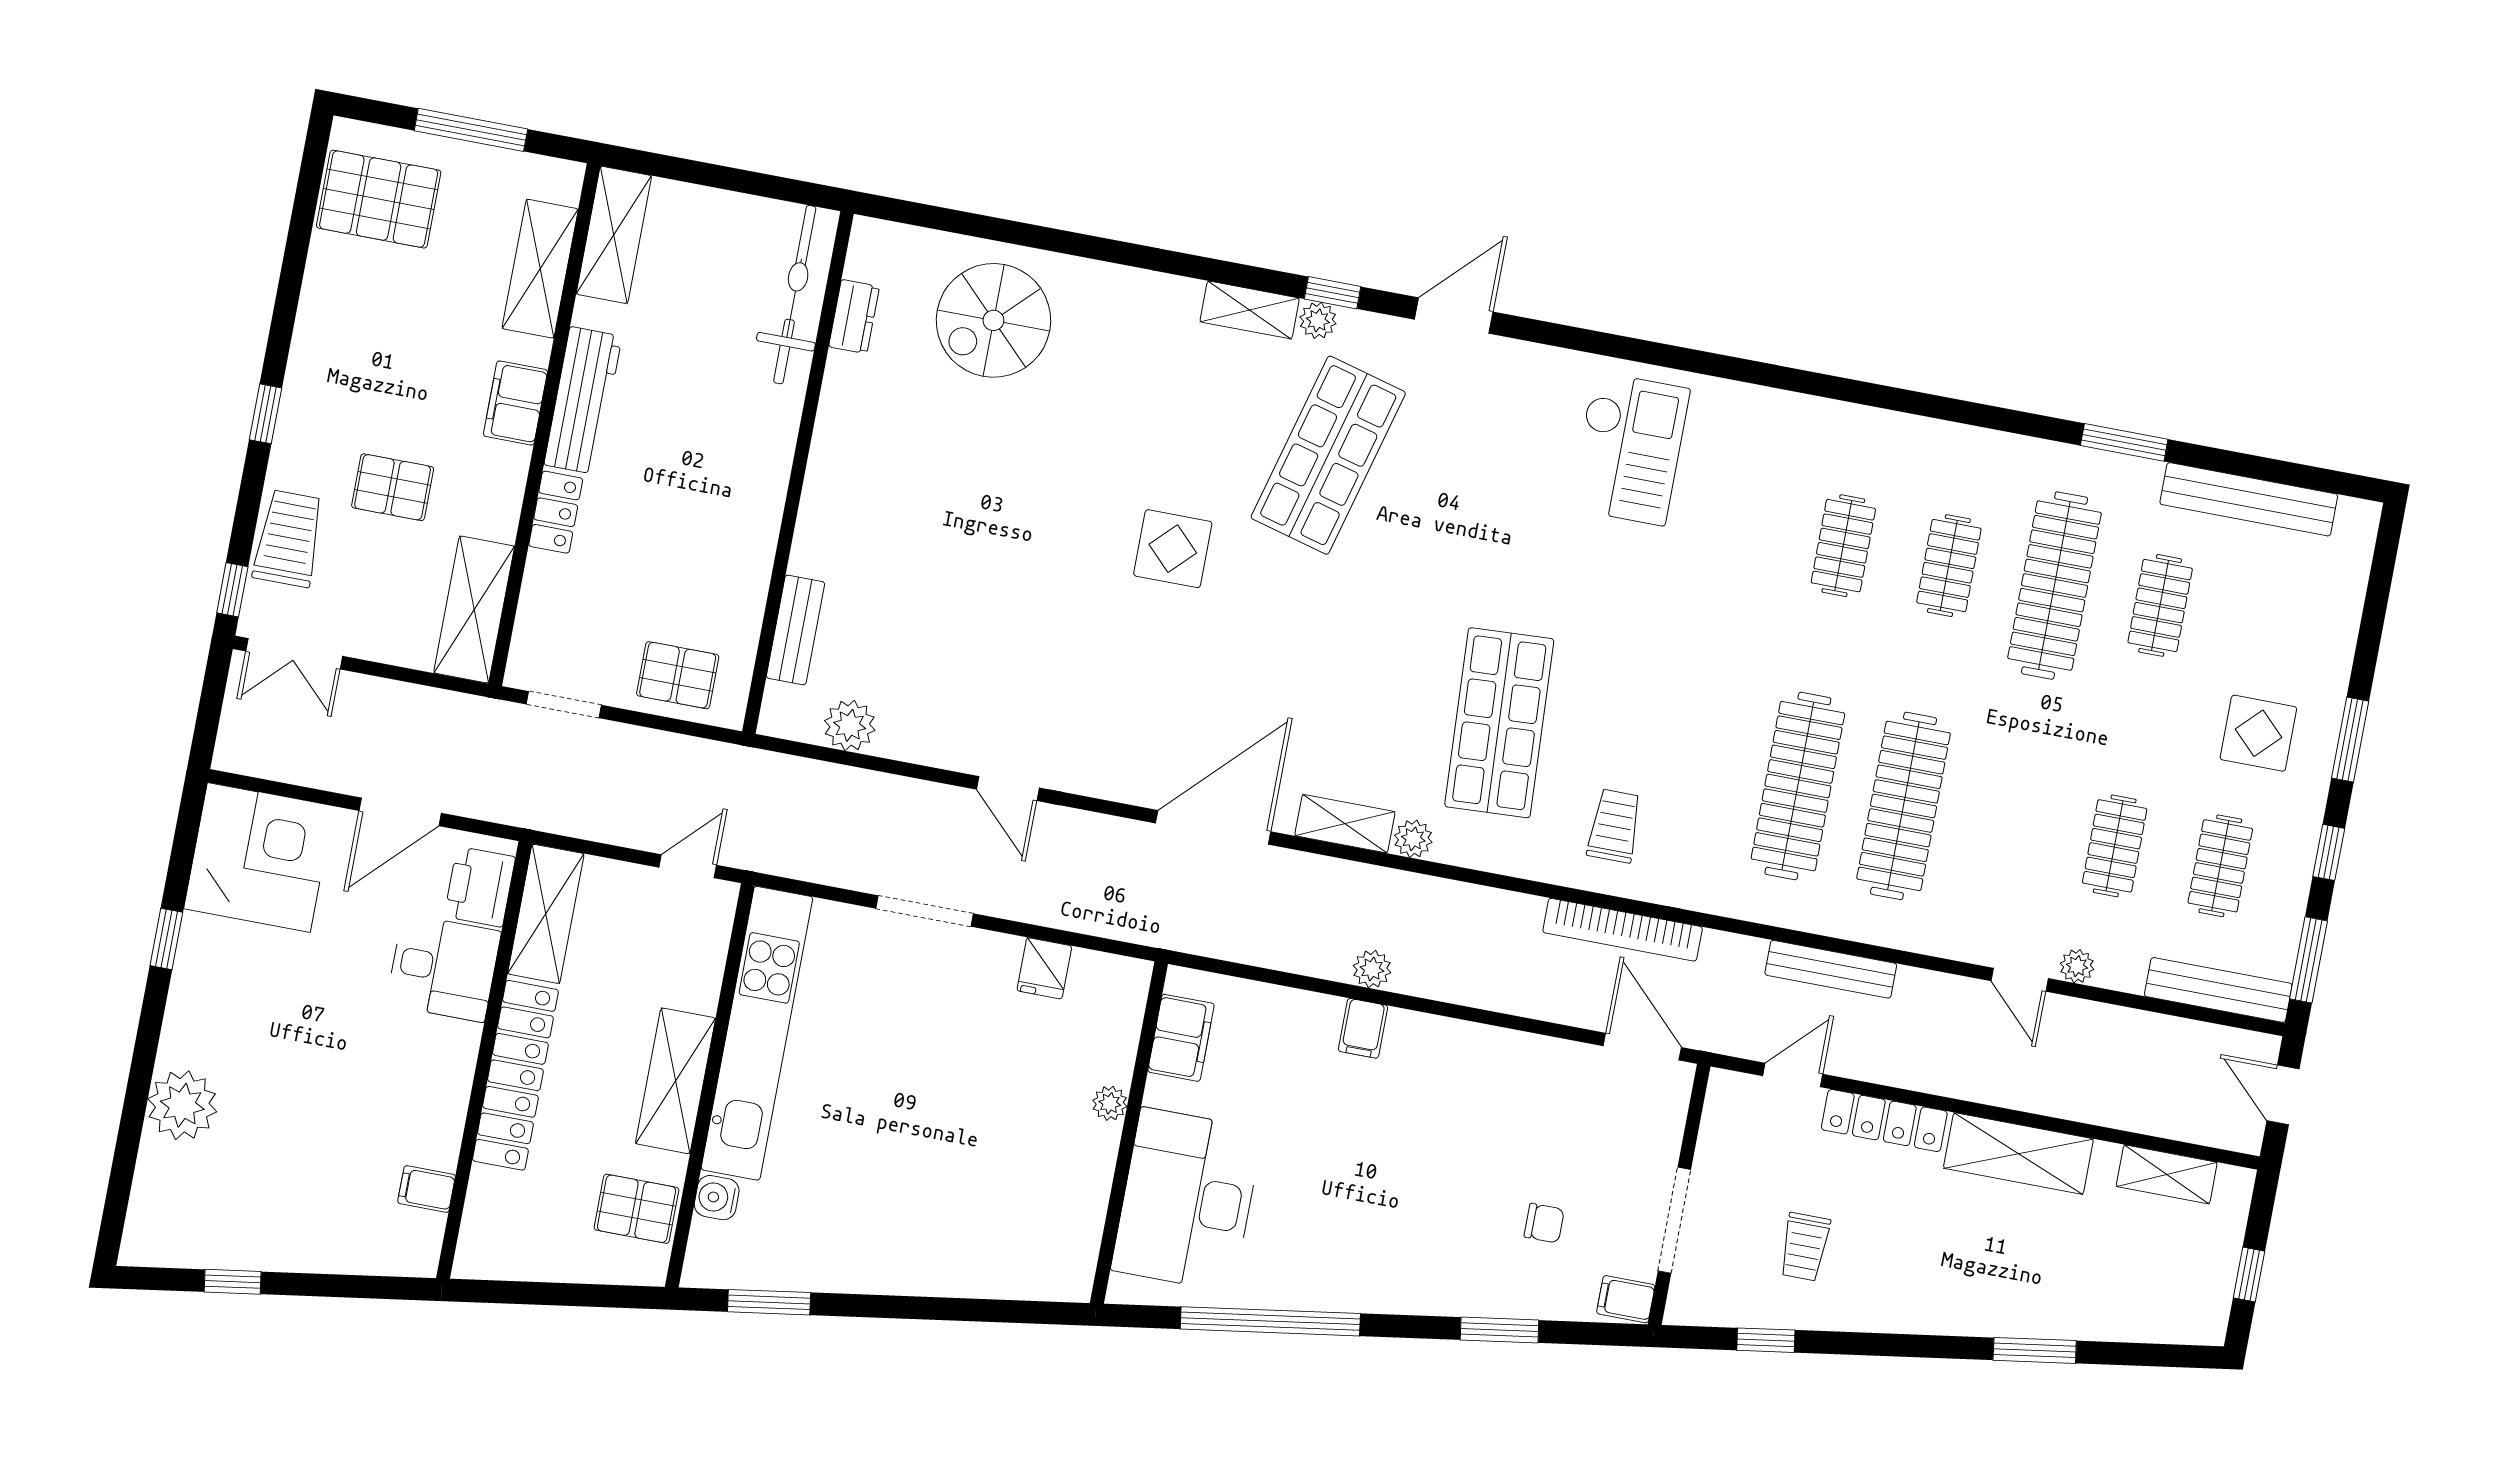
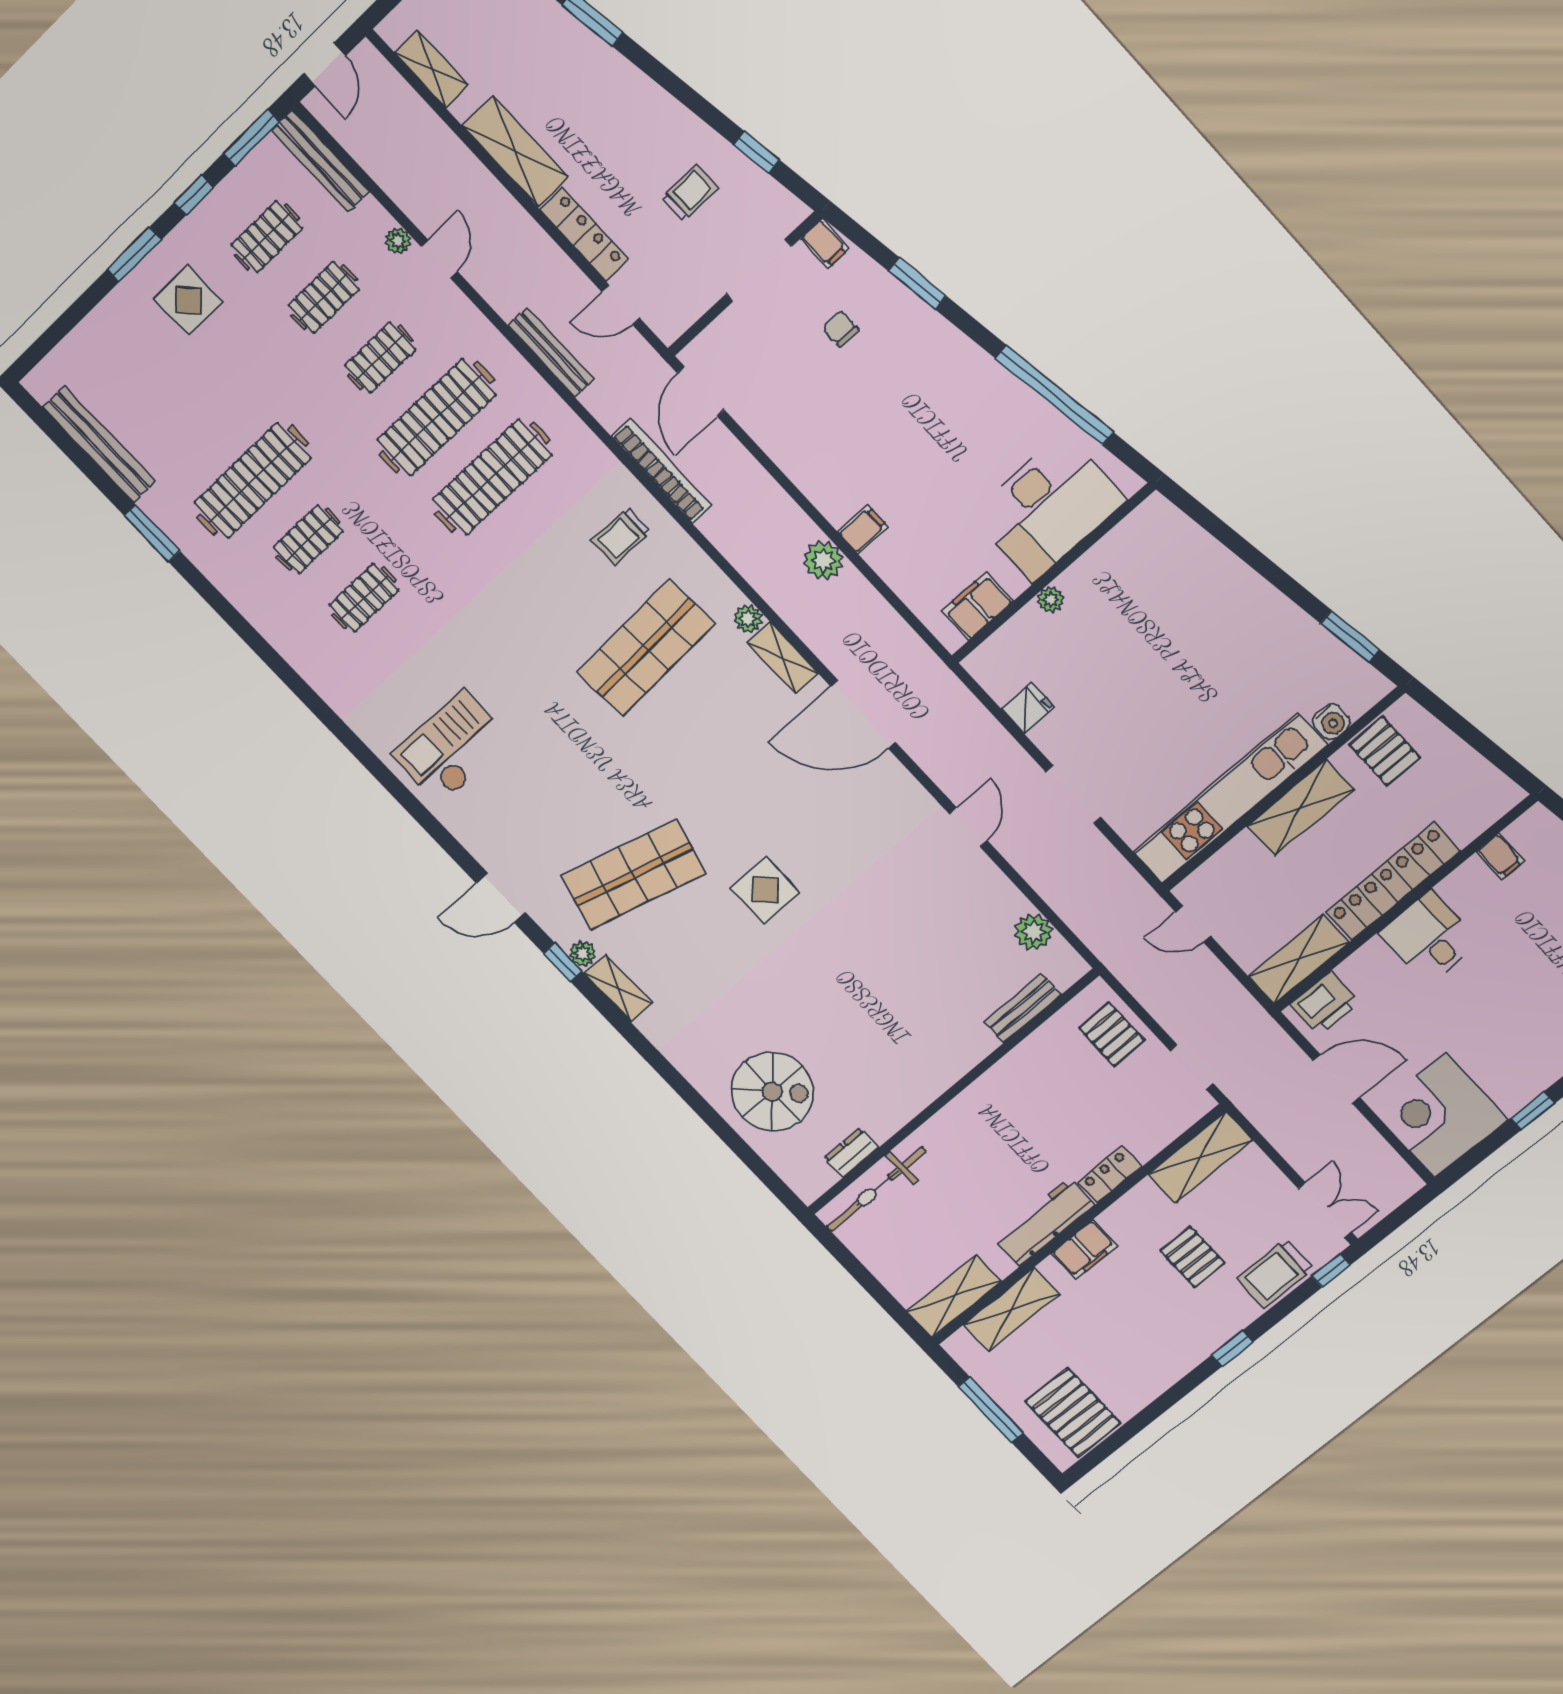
clothes rail: (2160, 605) -> (380, 358), moved
desk: (443, 968) -> (1429, 938), moved
plant: (1372, 969) -> (823, 560), width x1.38, depth x1.38

